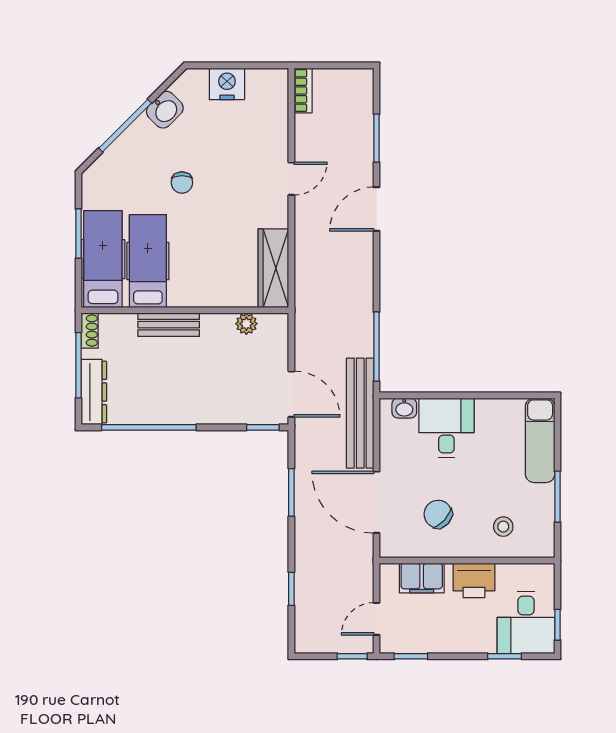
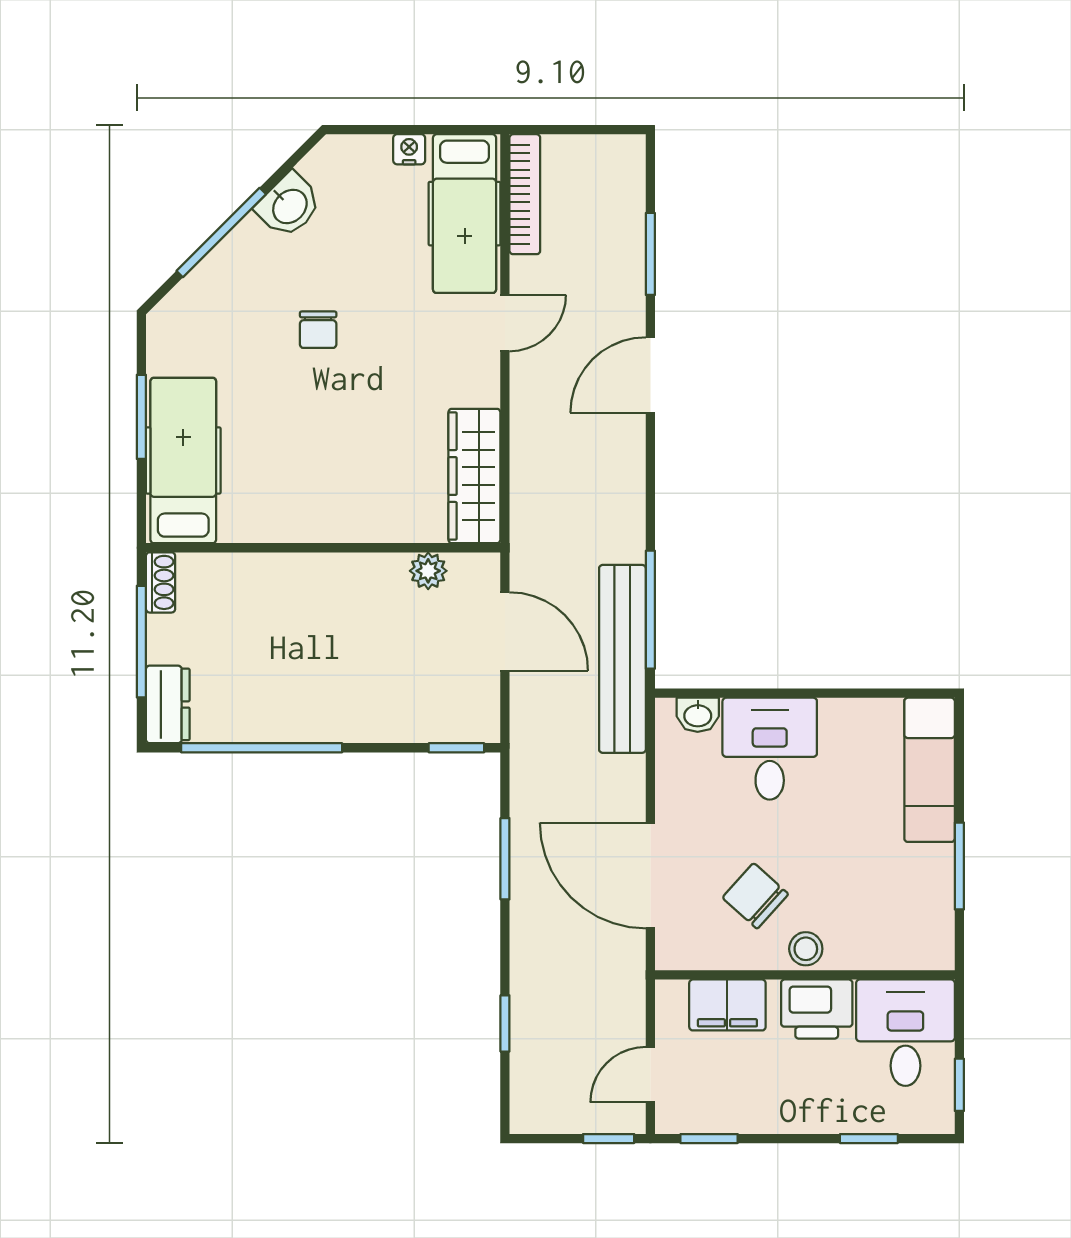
nightstand: (227, 84) -> (409, 149), width x0.53, depth x0.56
bookcase: (303, 91) -> (525, 194), width x1.56
hospital bed: (148, 261) -> (465, 214), moved, turned 180
bench: (169, 325) -> (295, 572), removed
dresser: (94, 392) -> (168, 704), width x0.70
door: (291, 394) -> (505, 632), moved
bench: (360, 413) -> (622, 659), moved
stool: (503, 527) -> (806, 949), moved
desk: (526, 622) -> (905, 1033), moved, turned 180

